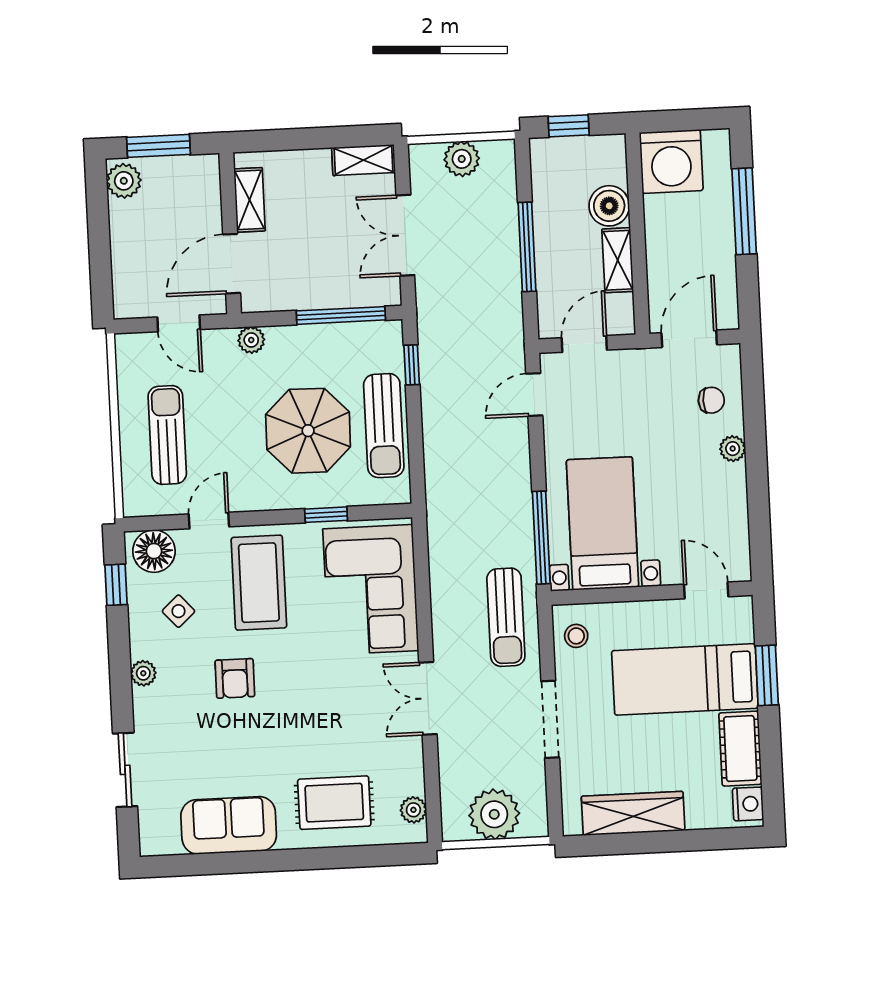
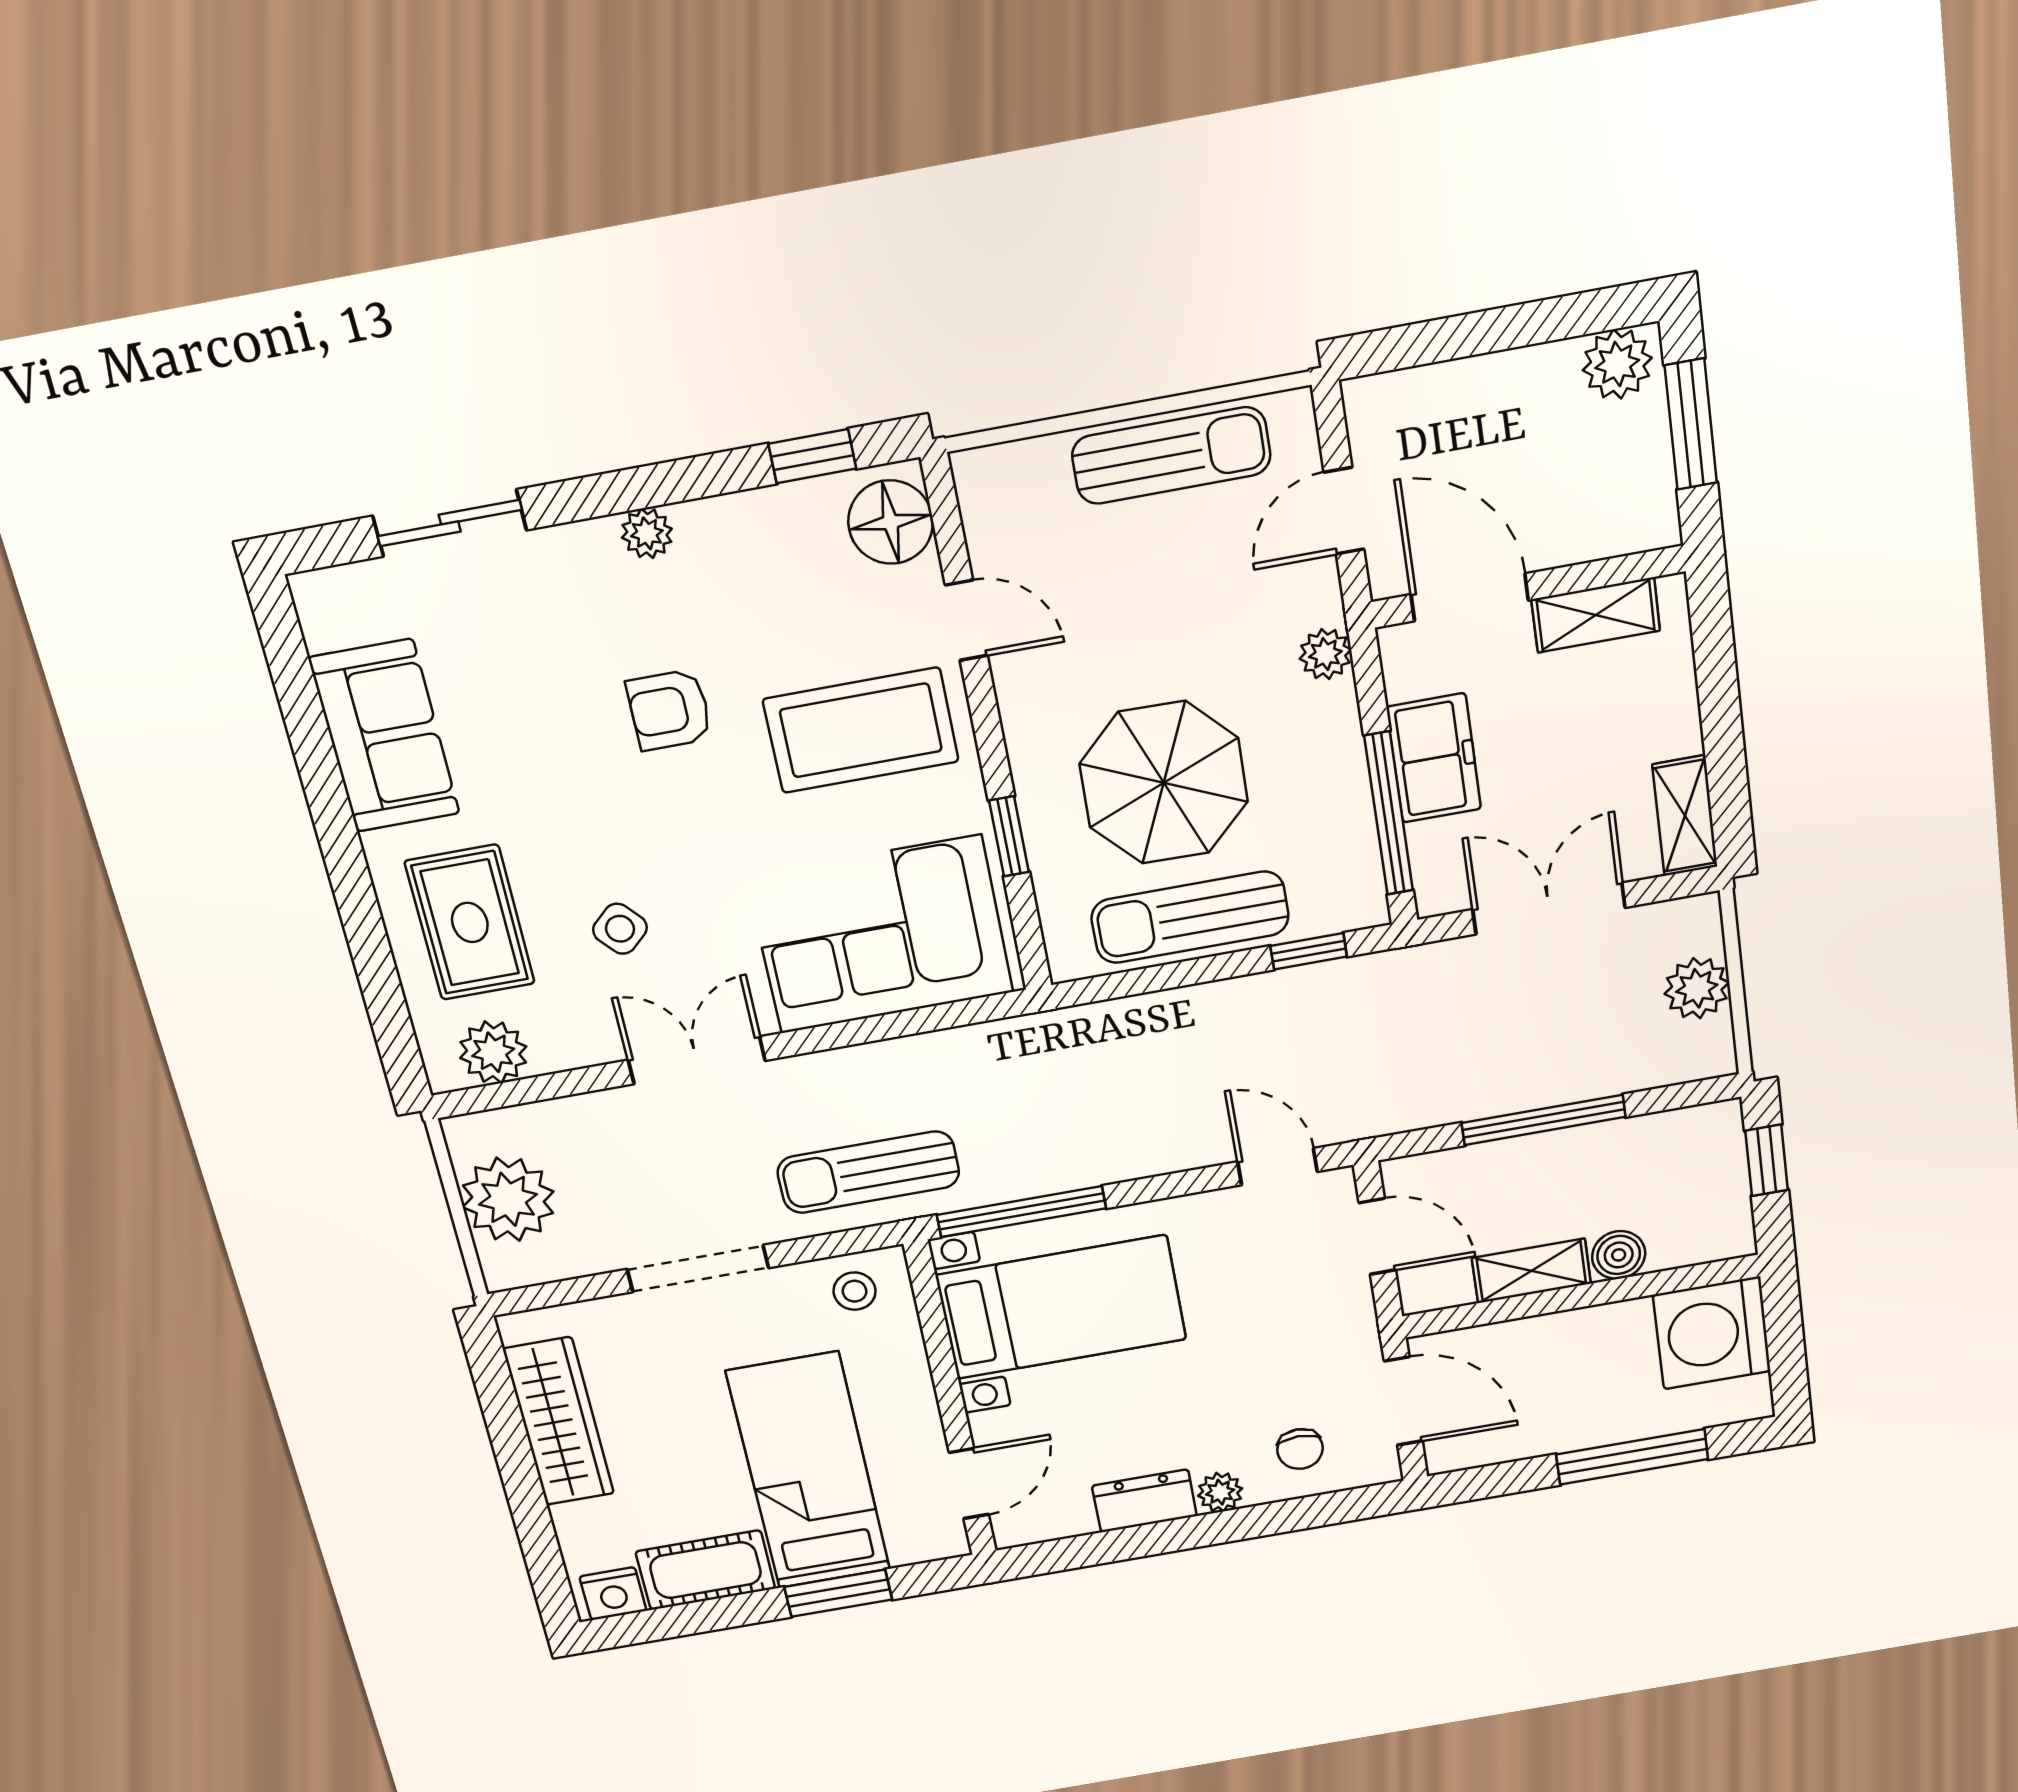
boiler: (609, 206) -> (1619, 1255), width x0.73, depth x0.73
freezer: (314, 289) -> (1434, 758), added
sun lounger: (167, 435) -> (1171, 456), moved
dresser: (732, 492) -> (1144, 1501), added
side table: (178, 611) -> (620, 929), moved
plant: (413, 810) -> (493, 1052), width x1.38, depth x1.38

